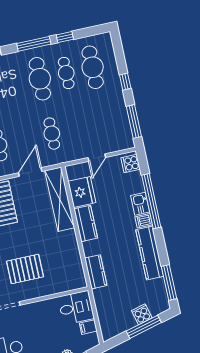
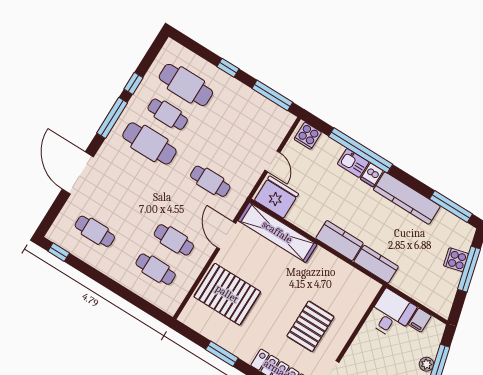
fridge: (82, 192) -> (277, 197), moved
kitchen counter: (86, 223) -> (339, 241), moved

